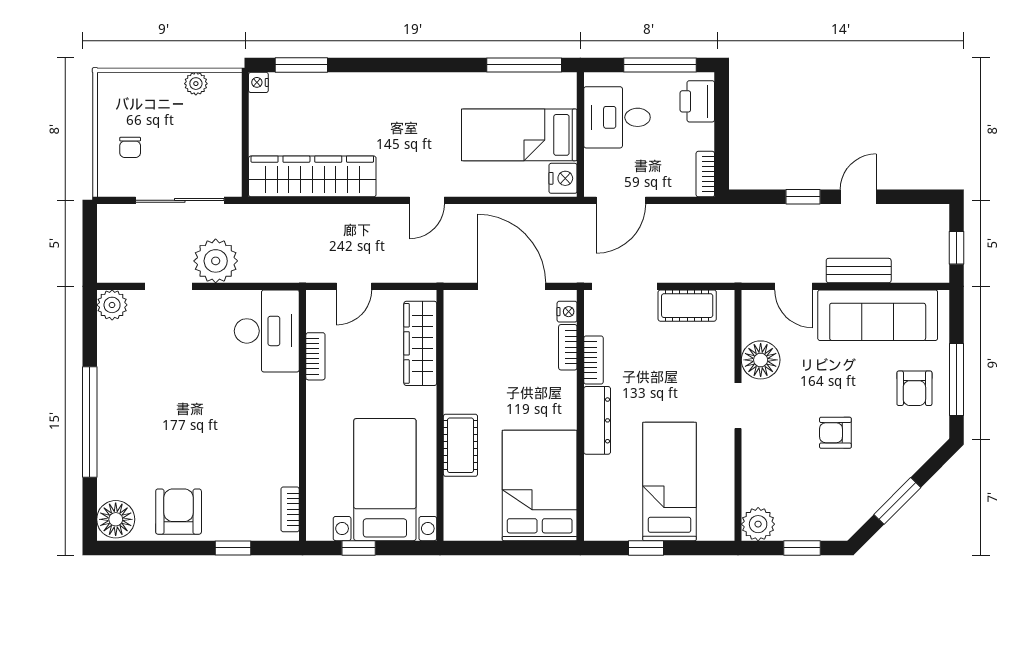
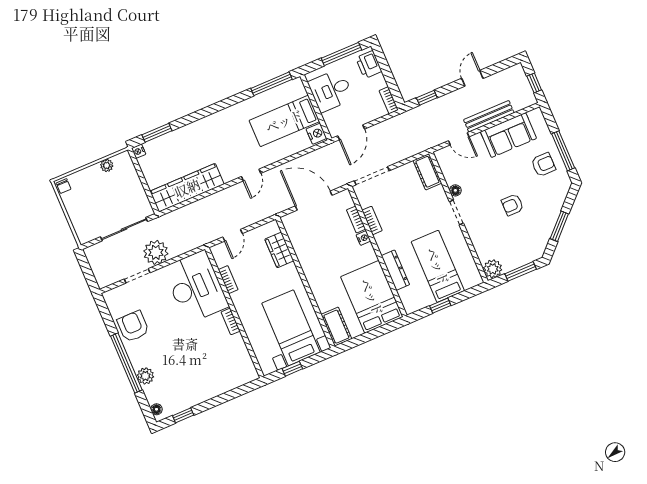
chair: (130, 147) -> (64, 186), moved
window: (803, 197) -> (427, 98), moved
bench: (859, 271) -> (489, 116), width x1.36
plant: (112, 305) -> (145, 376), moved
cot: (687, 306) -> (427, 172), moved, turned 90
nightstand: (567, 312) -> (363, 238), moved
sofa: (878, 315) -> (508, 135), width x0.73
desk: (267, 331) -> (196, 287), width x1.36, depth x1.30
wardrobe: (420, 343) -> (279, 250), width x0.67
floor lamp: (761, 360) -> (455, 190), width x0.53, depth x0.53
armchair: (914, 388) -> (543, 165), turned -90
dresser: (597, 420) -> (395, 270), moved
cot: (460, 445) -> (336, 327), moved
bookcase: (290, 509) -> (231, 322), moved
armchair: (179, 512) -> (133, 326), moved
floor lamp: (116, 519) -> (157, 409), width x0.53, depth x0.53
window: (233, 548) -> (183, 415), moved
window: (802, 548) -> (521, 271), width x1.50

